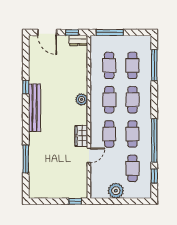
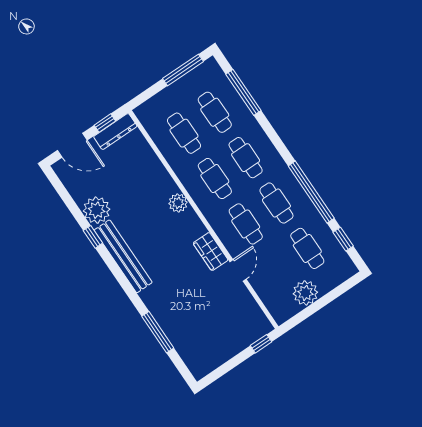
window: (110, 32) -> (183, 70), moved
dresser: (78, 40) -> (115, 131), width x1.44
plant: (37, 75) -> (97, 210), added

